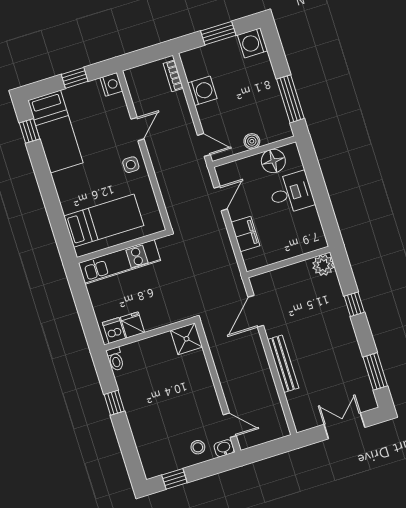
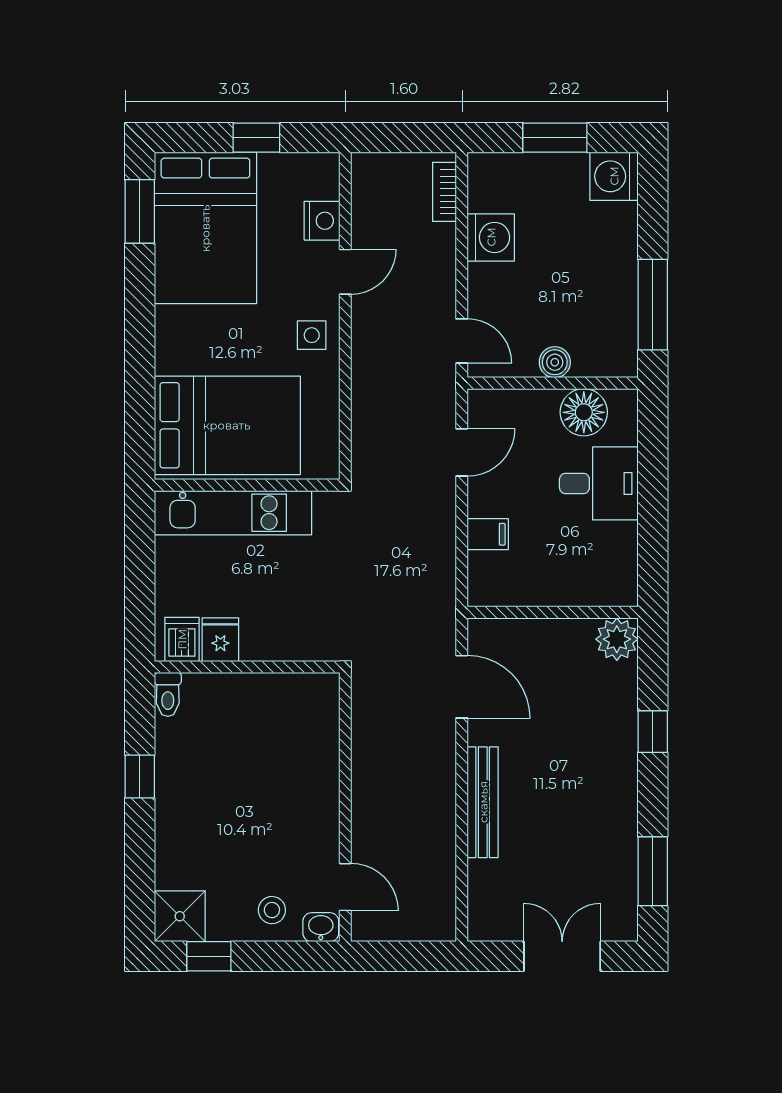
nightstand: (111, 84) -> (322, 221), moved
window: (30, 131) -> (140, 211), width x1.50
bed: (55, 132) -> (205, 228), width x1.50
bed: (104, 221) -> (227, 425), width x1.50
filing cabinet: (245, 234) -> (488, 534), width x0.50
door: (256, 311) -> (462, 687), swing flipped
shower: (186, 339) -> (180, 916), moved

